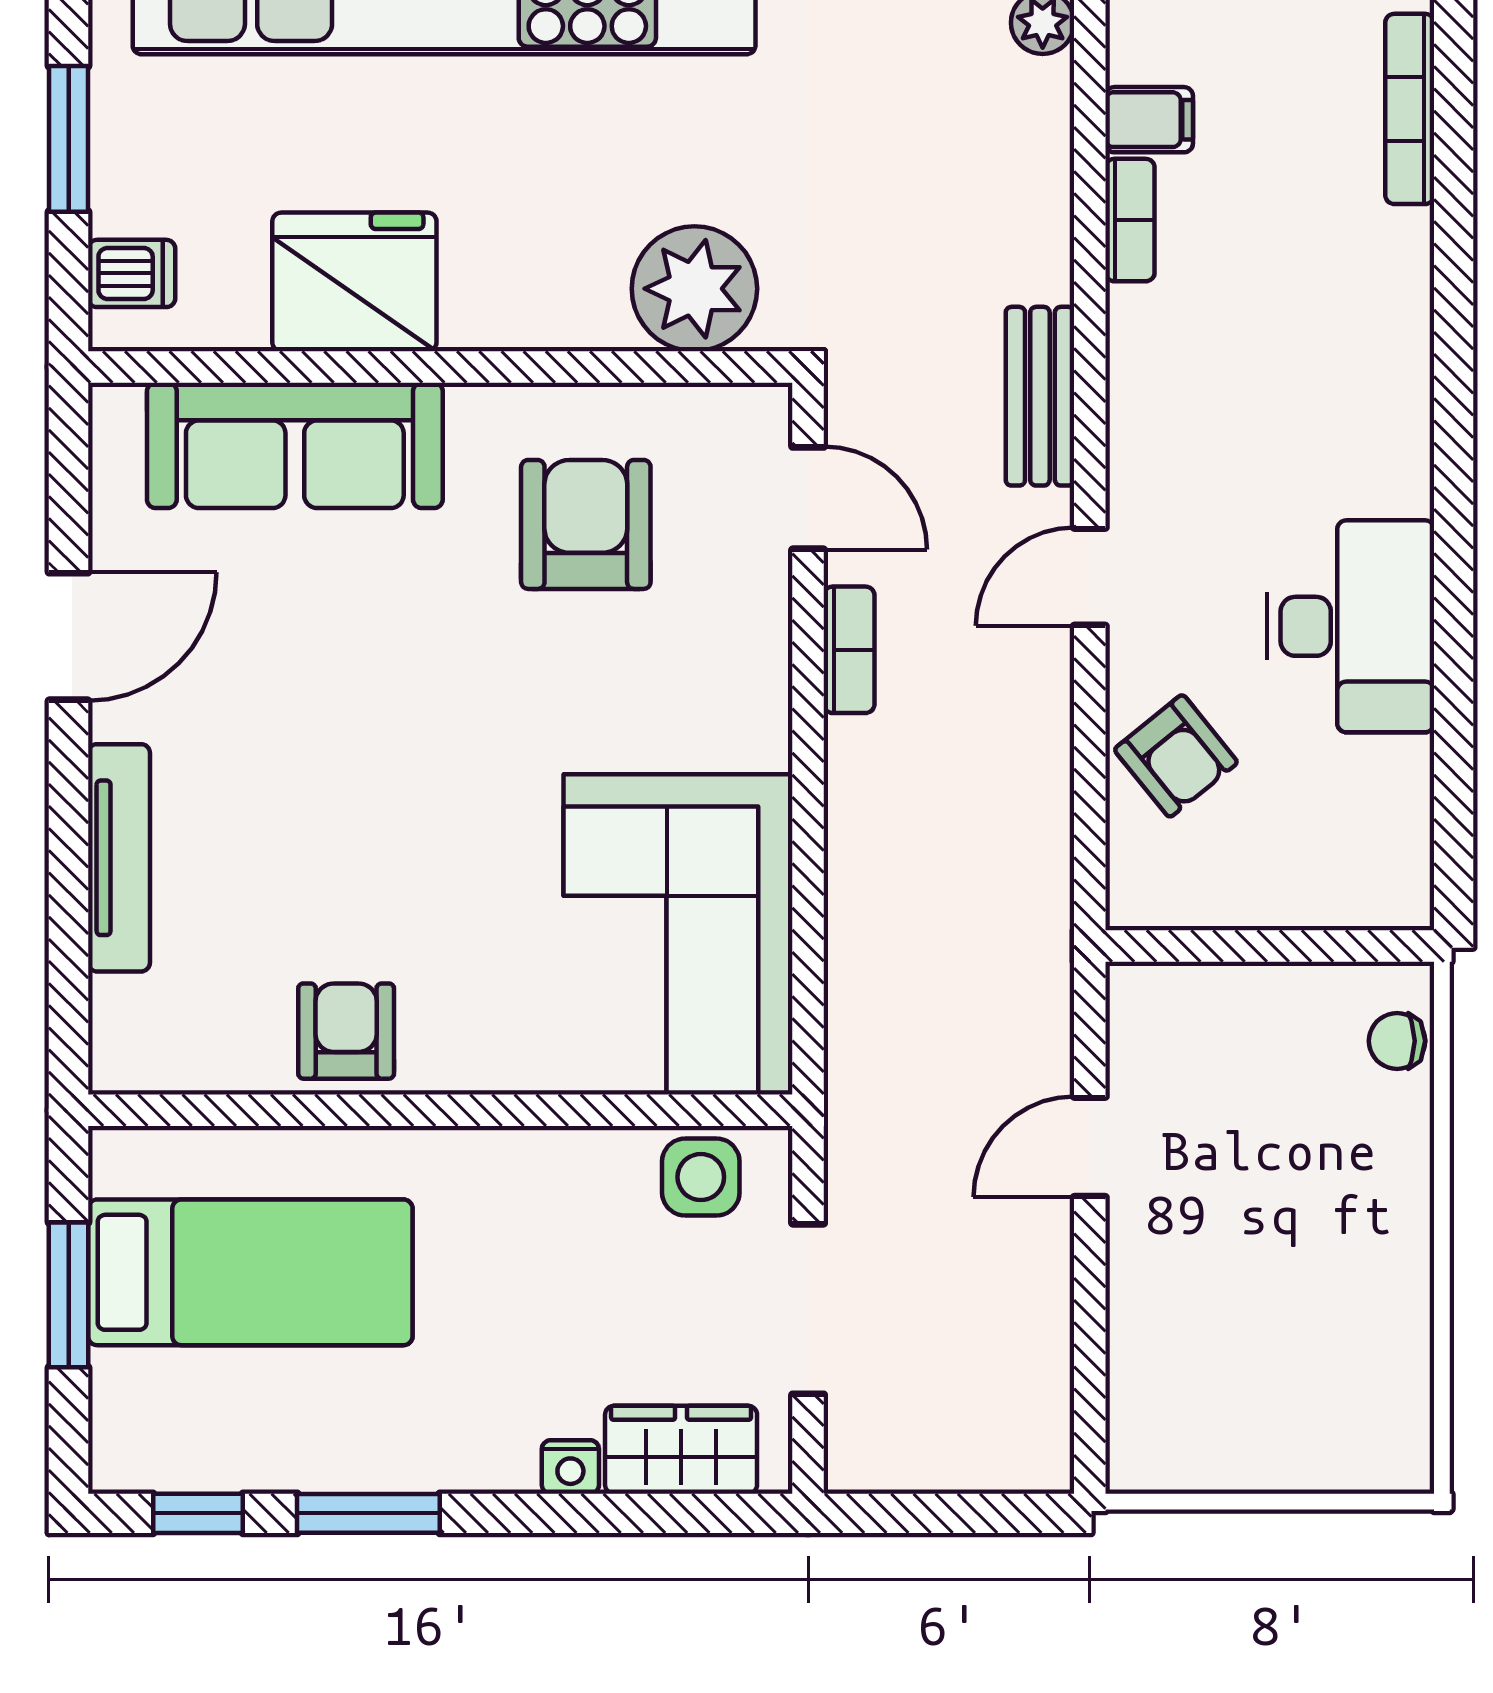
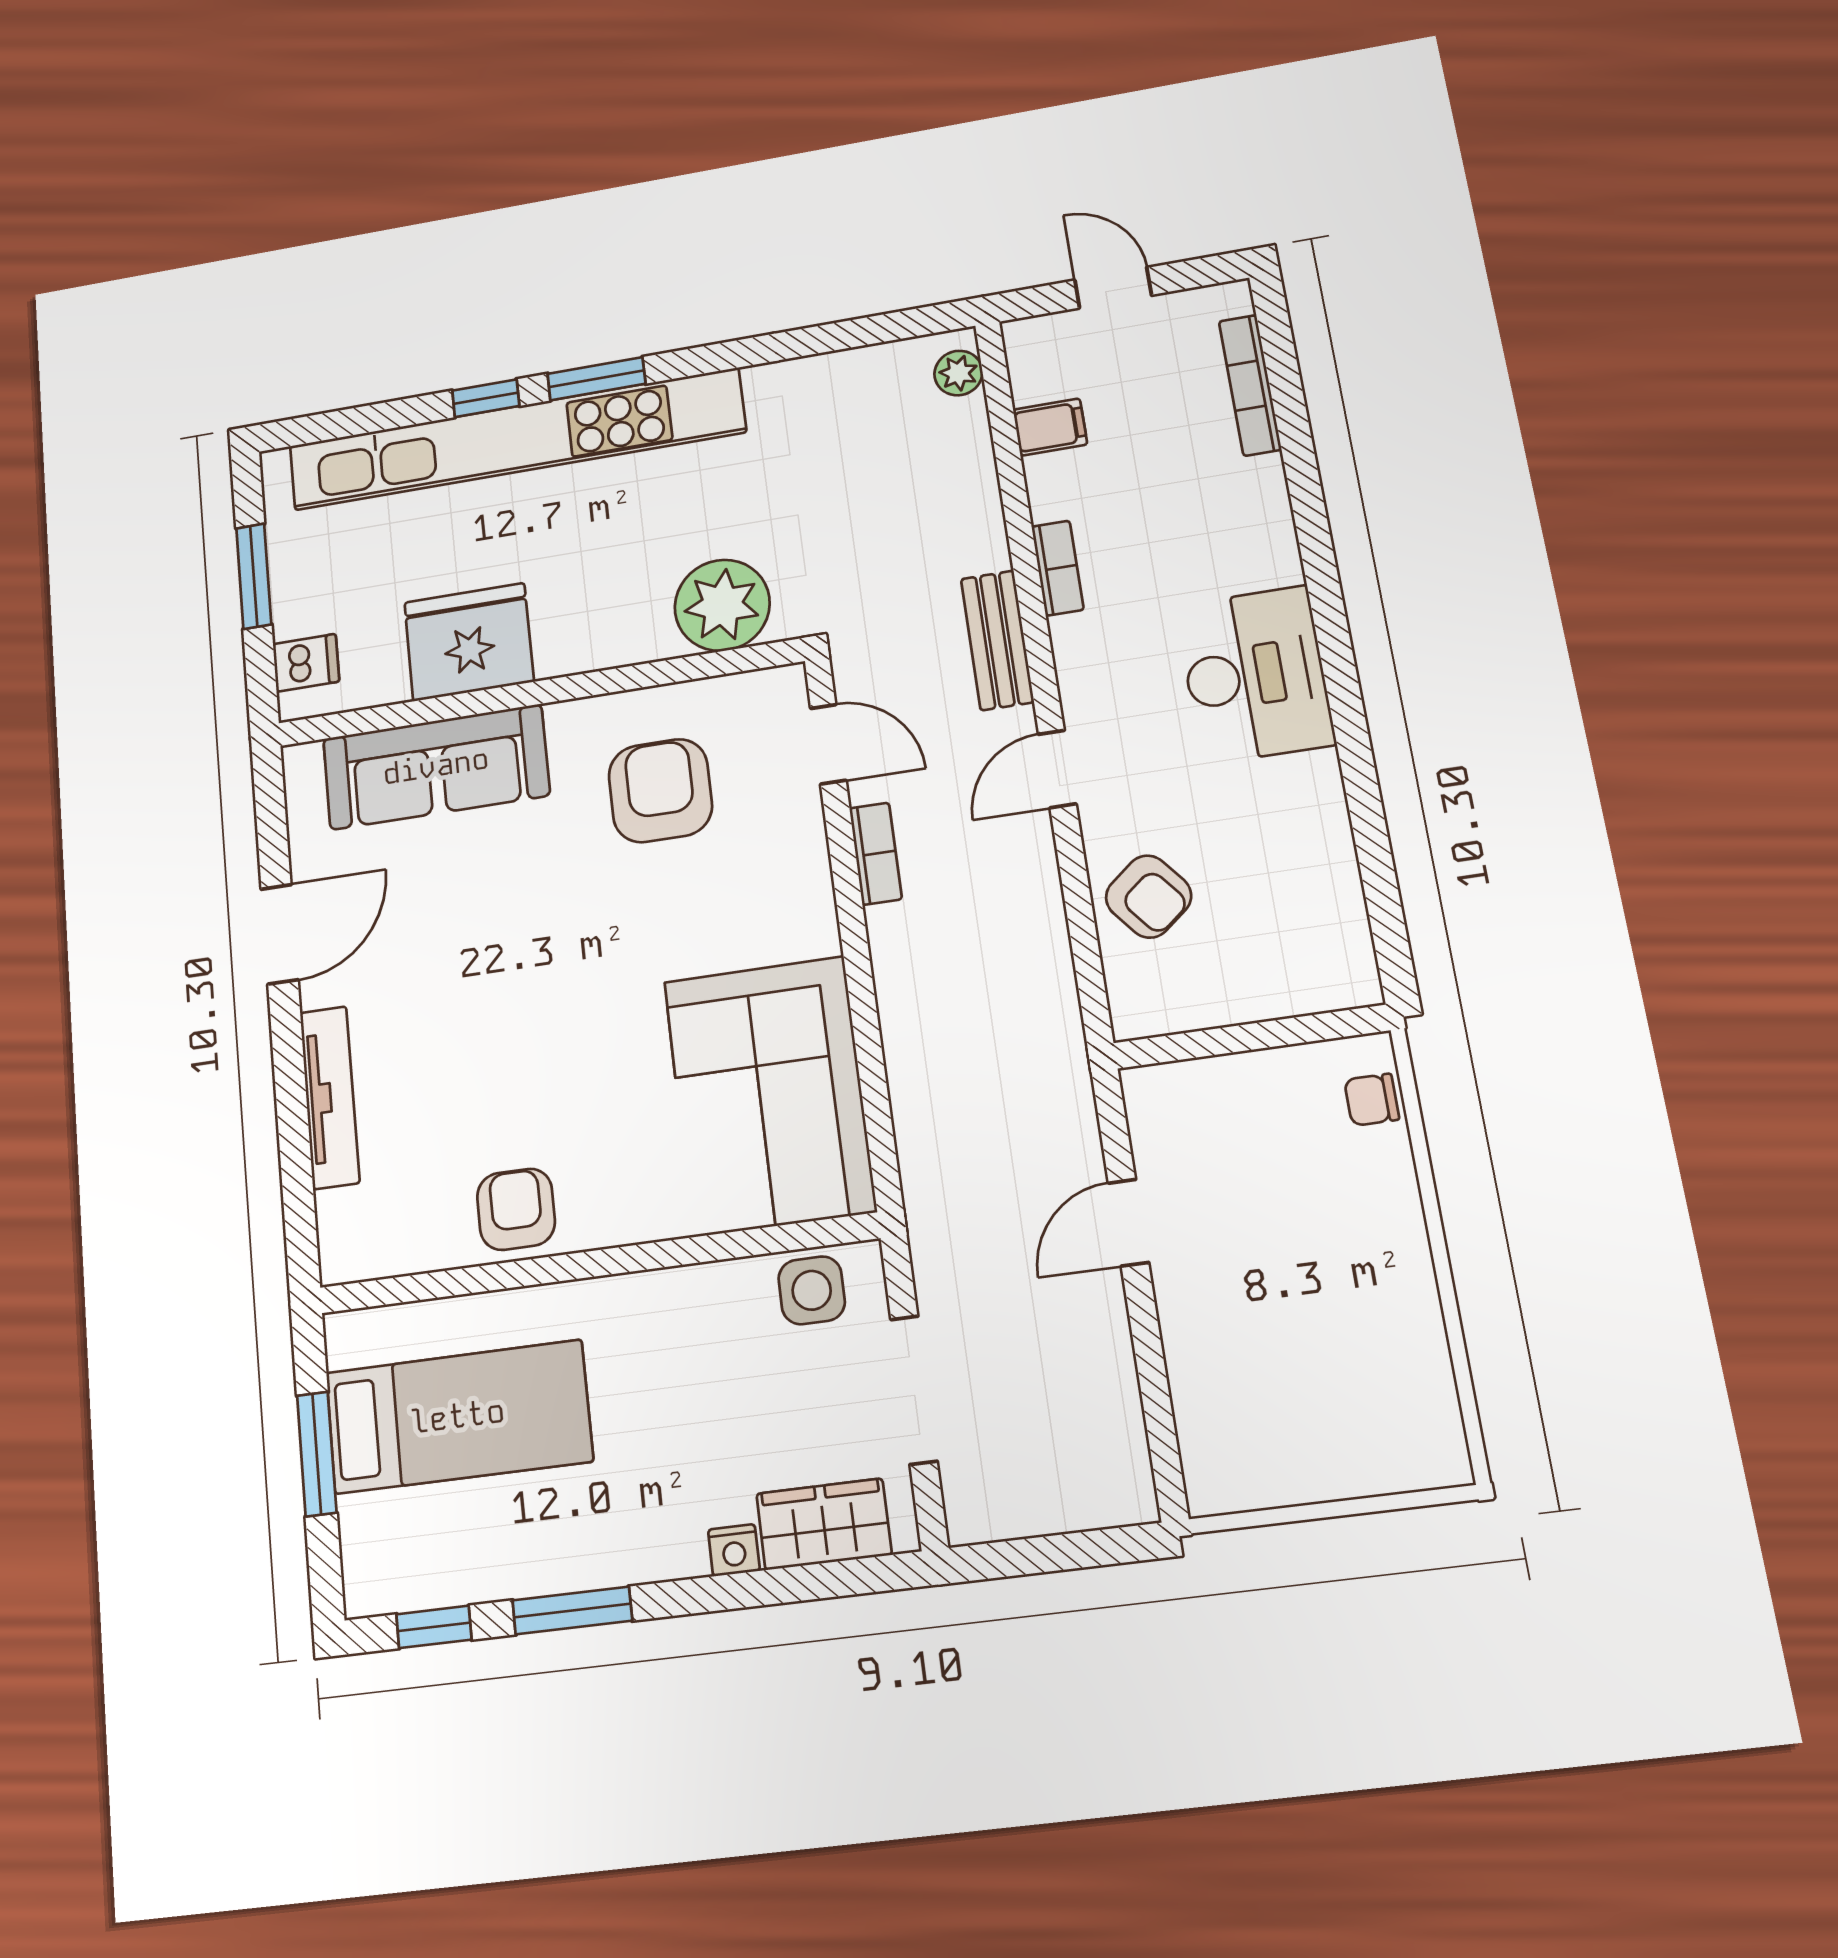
bookcase: (1130, 220) -> (1058, 568), moved
desk: (1351, 626) -> (1255, 675), moved

